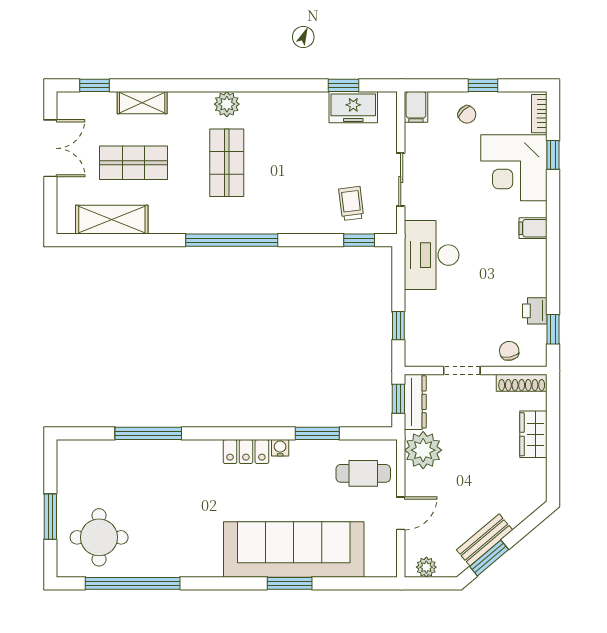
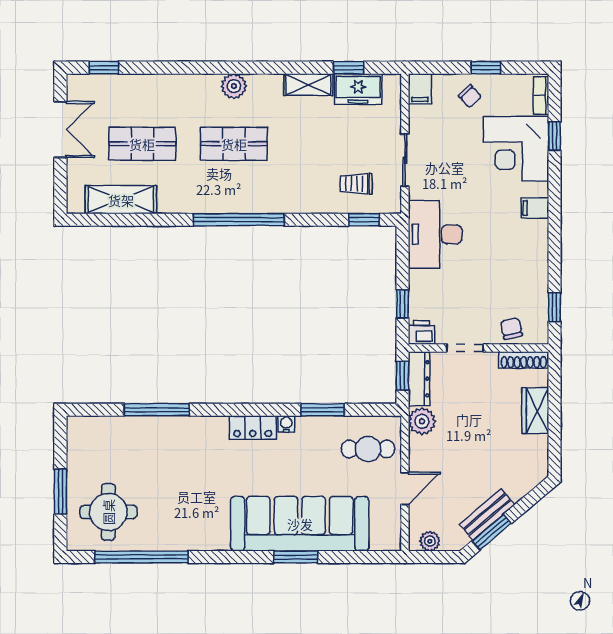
shelving: (142, 103) -> (308, 85), moved
shop shelf: (227, 163) -> (234, 144), turned 90
trolley: (351, 203) -> (356, 184), turned -83
printer: (535, 311) -> (422, 333), moved, turned 90
plant: (423, 450) -> (422, 421), width x0.73, depth x0.73

